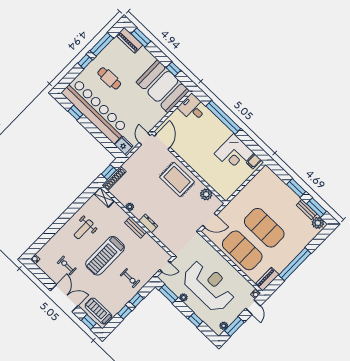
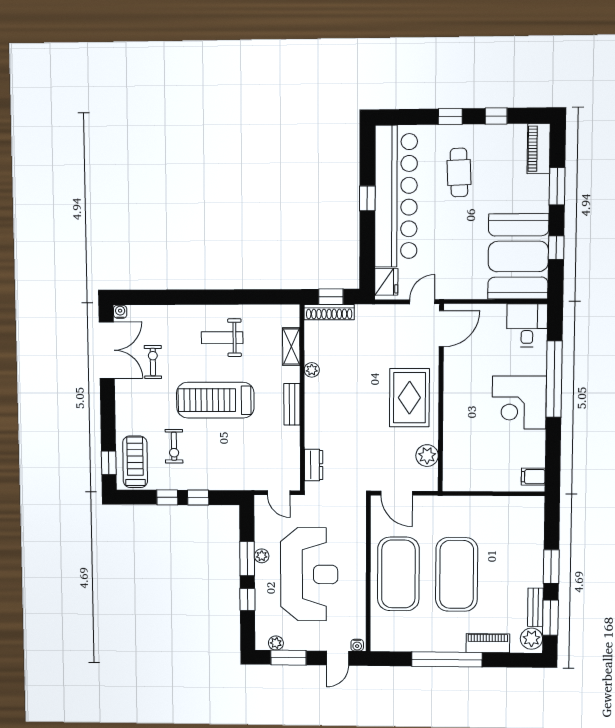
window: (141, 37) -> (557, 186), moved
window: (102, 44) -> (496, 116), width x0.46
window: (75, 113) -> (367, 198), moved
corner desk: (234, 153) -> (519, 403), moved
shelving: (104, 197) -> (291, 347), moved
dresser: (148, 223) -> (314, 465), moved
exercise bike: (130, 278) -> (174, 446), moved
piano: (267, 279) -> (488, 643), moved
window: (168, 294) -> (247, 559), moved
double door: (64, 298) -> (107, 350), moved

